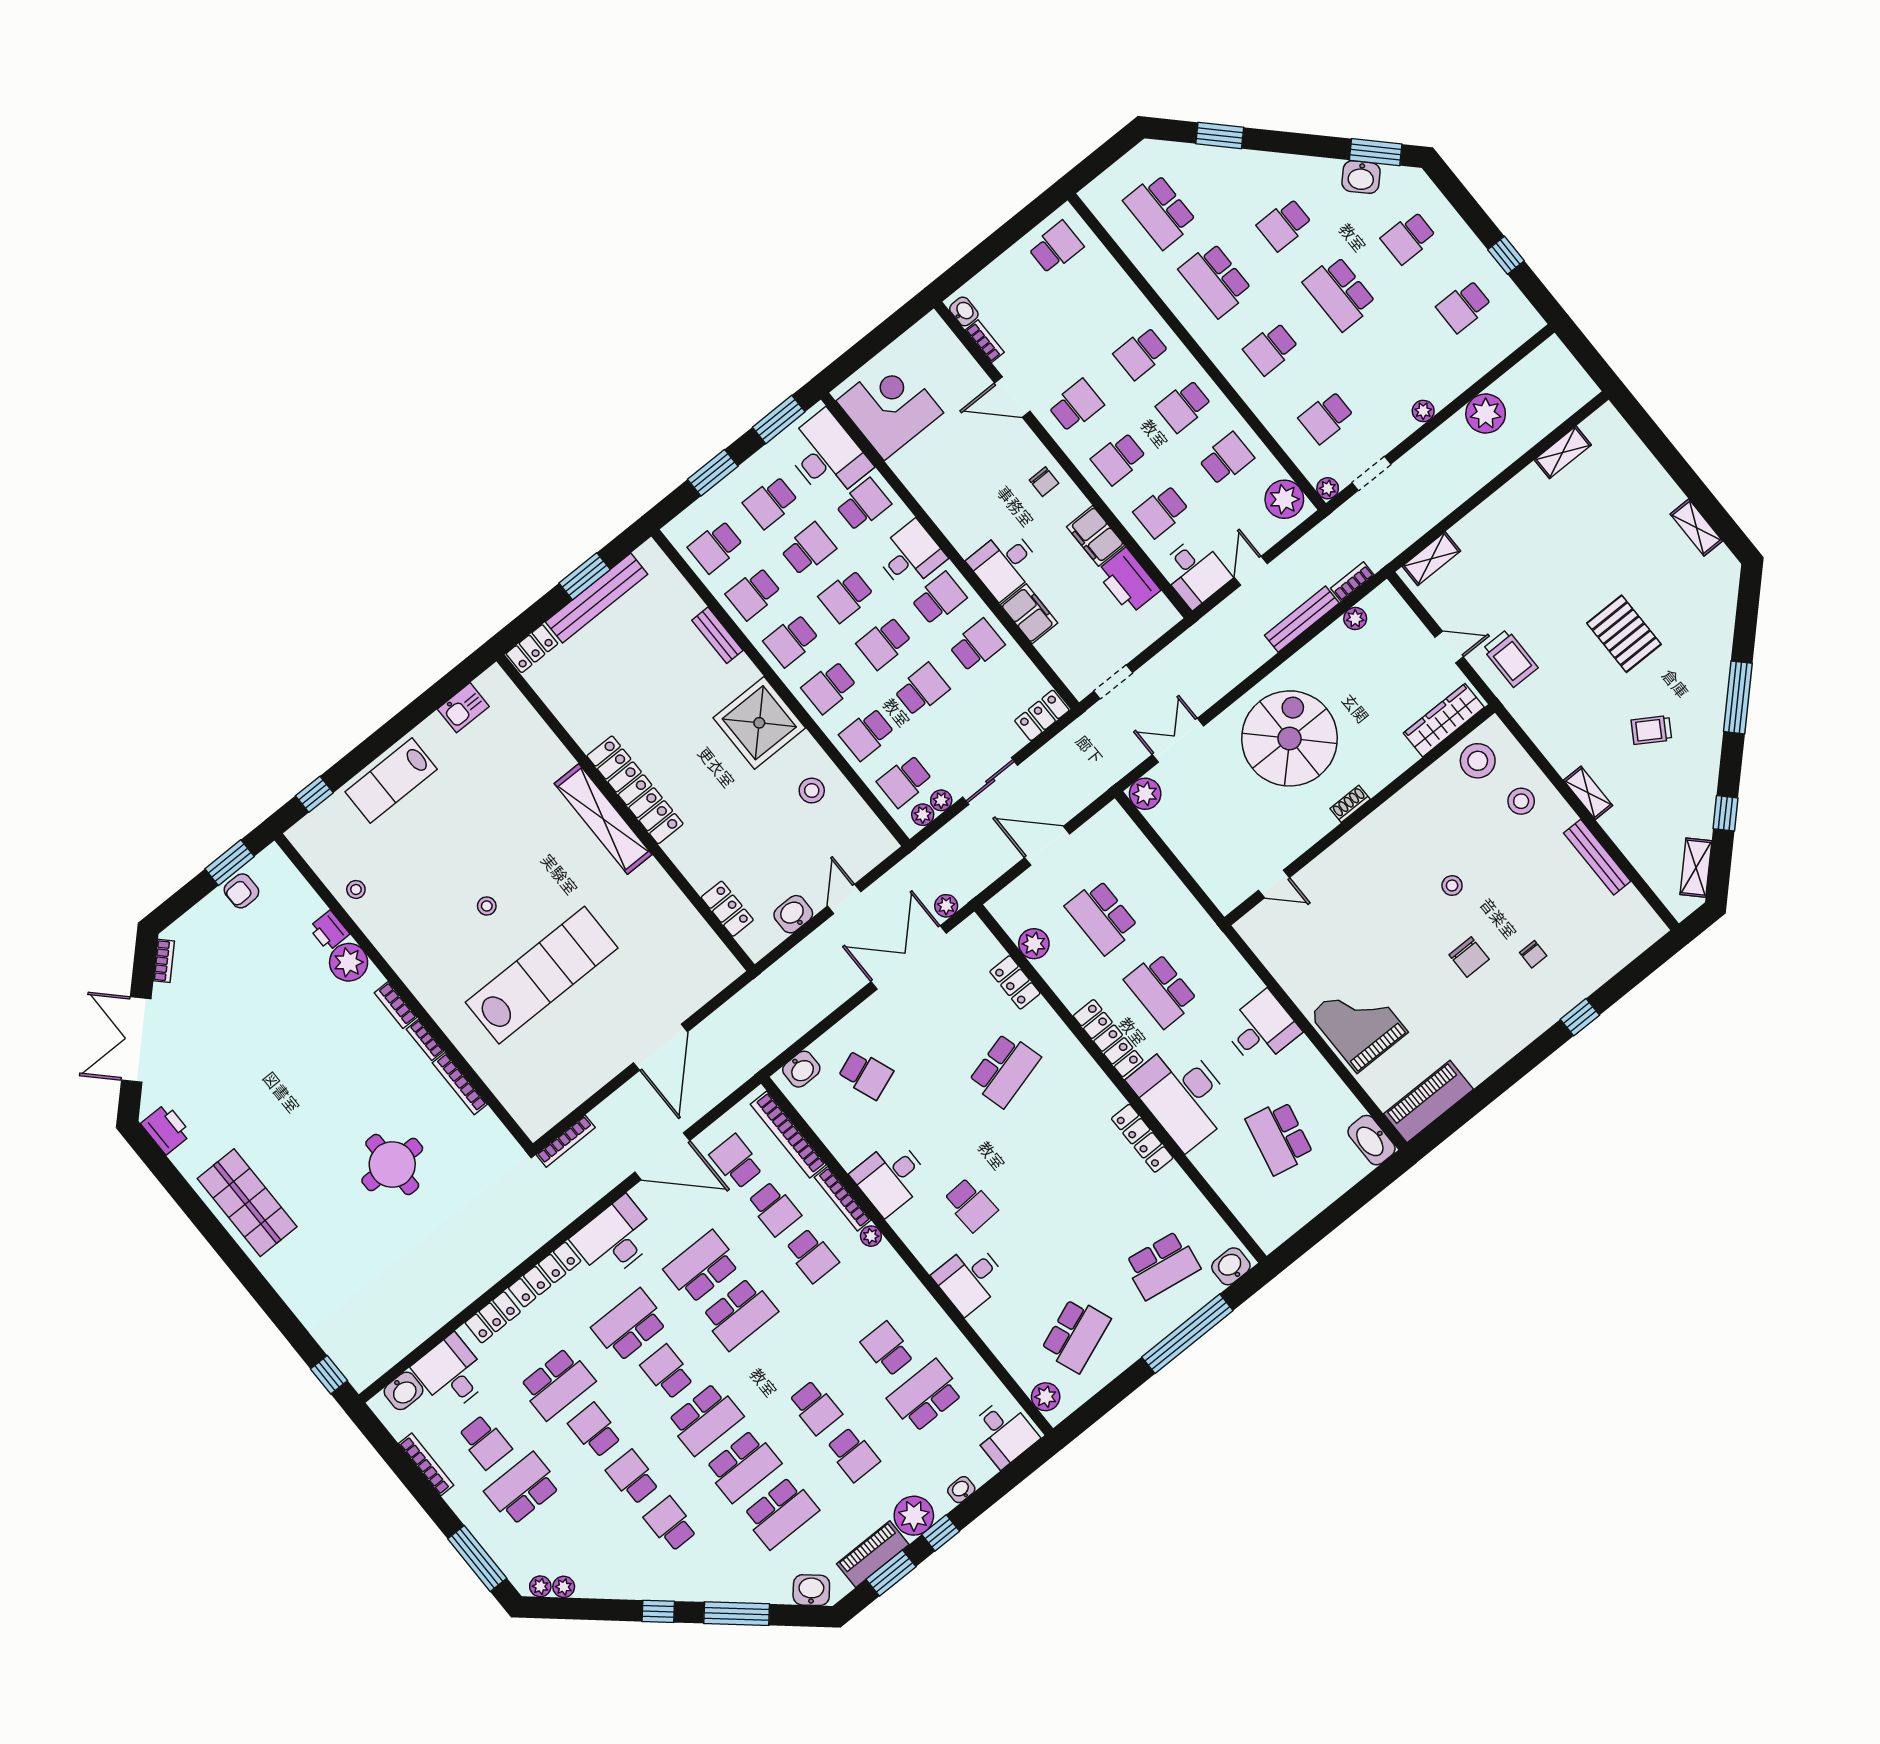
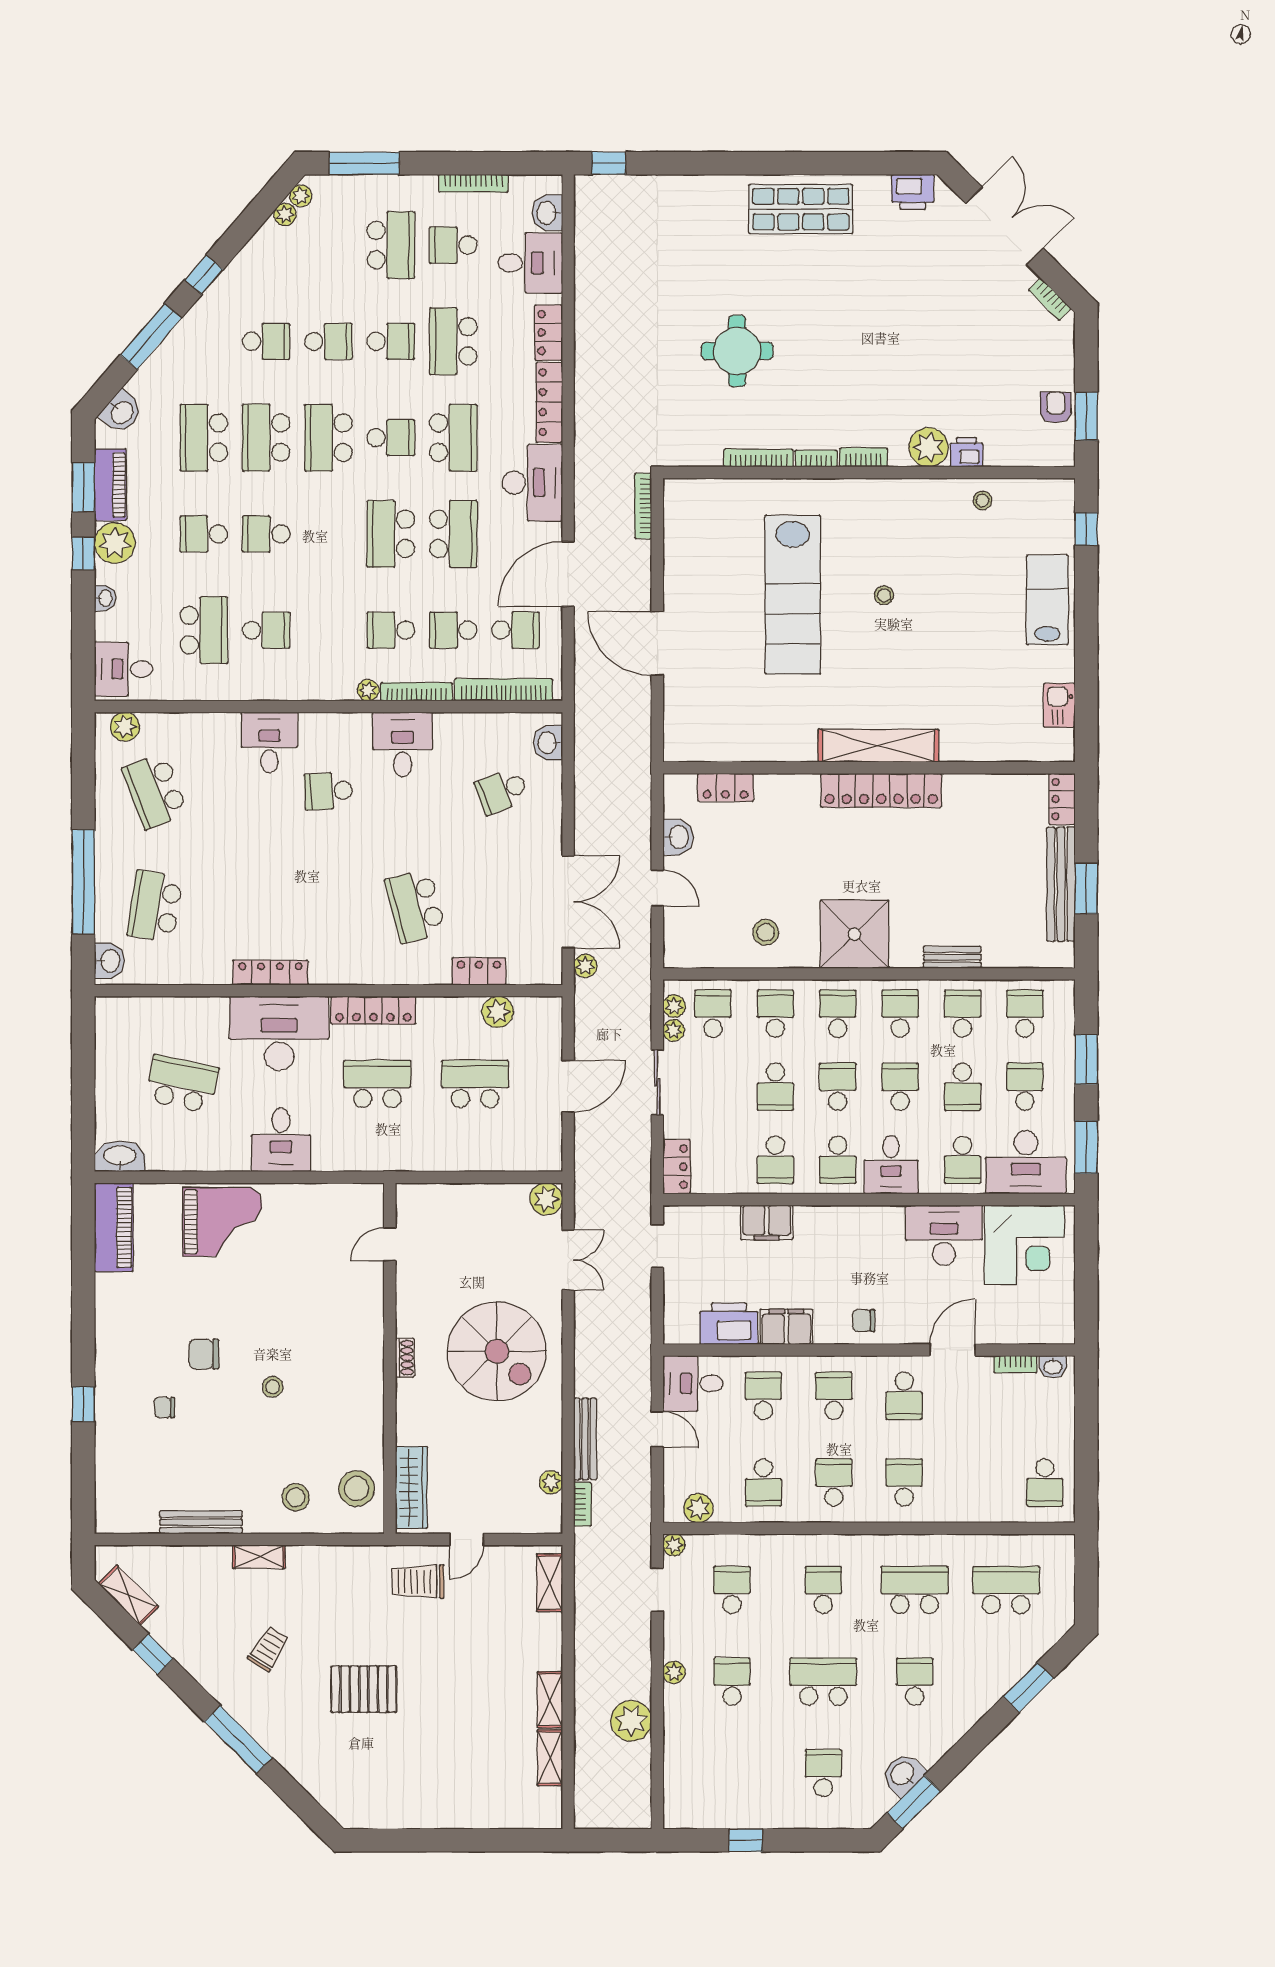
school desk: (1464, 306) -> (732, 1681), moved
plant: (1284, 499) -> (698, 1508), width x0.73, depth x0.73
shelving: (1696, 528) -> (550, 1700), moved, turned 90
desk: (1005, 564) -> (944, 1235), moved, width x1.37

